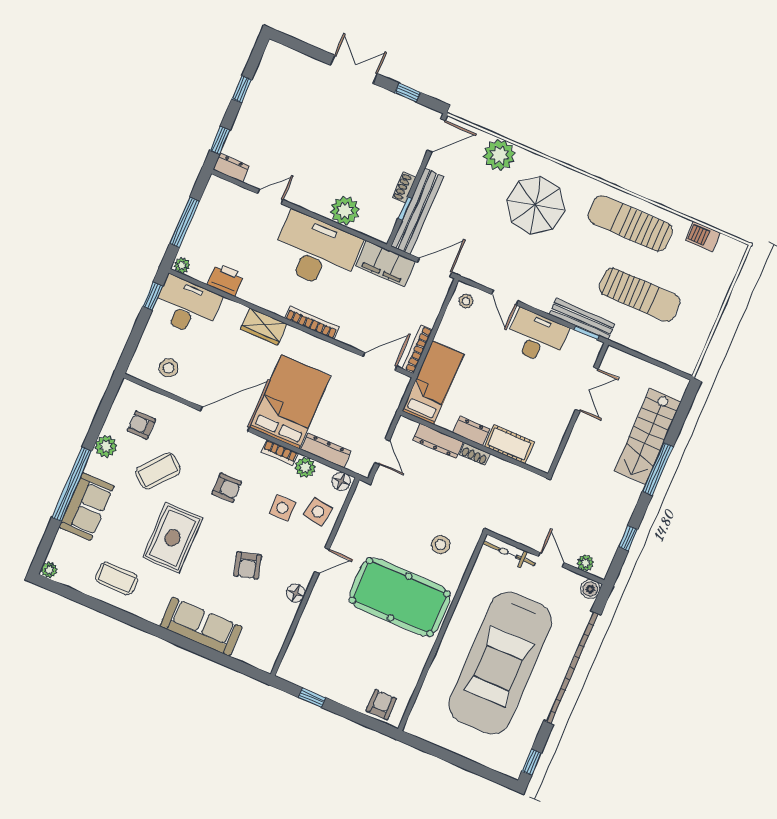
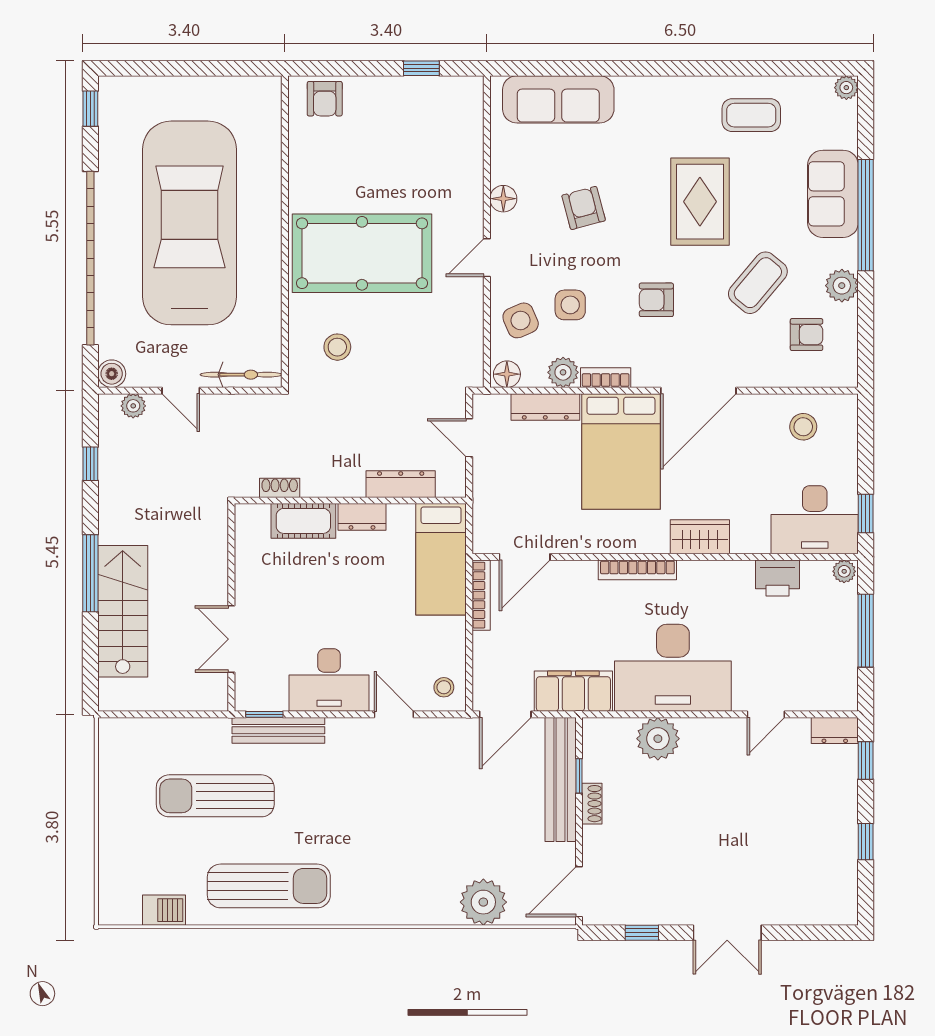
parasol: (536, 205) -> (406, 856), removed
shoe rack: (475, 454) -> (280, 488), moved
side table: (318, 512) -> (521, 320), turned -33
sofa: (201, 627) -> (558, 99), moved

